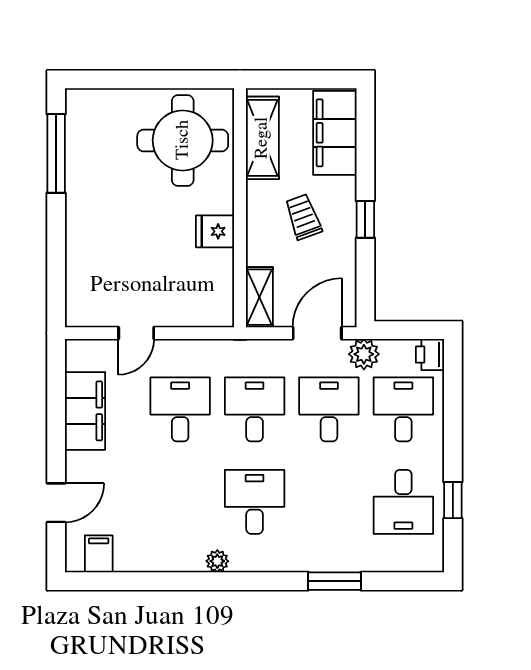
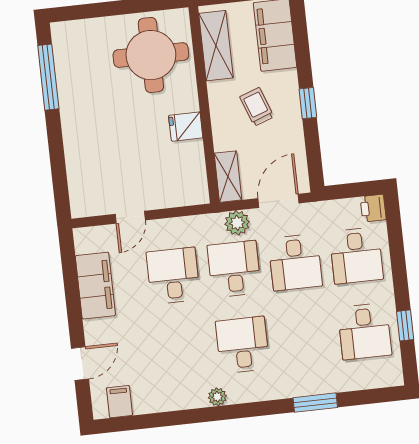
plant: (364, 354) -> (237, 223), moved
desk: (329, 409) -> (295, 262), turned 180
desk: (403, 409) -> (356, 256), turned 180

